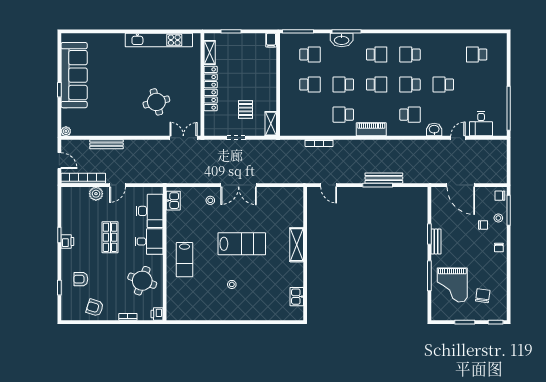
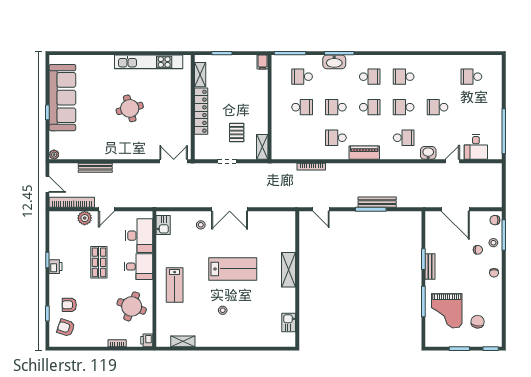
school desk: (310, 55) -> (302, 77), turned 180
round table: (156, 102) -> (130, 108), moved
armchair: (95, 308) -> (66, 328), moved
shelving: (193, 315) -> (183, 341), added

